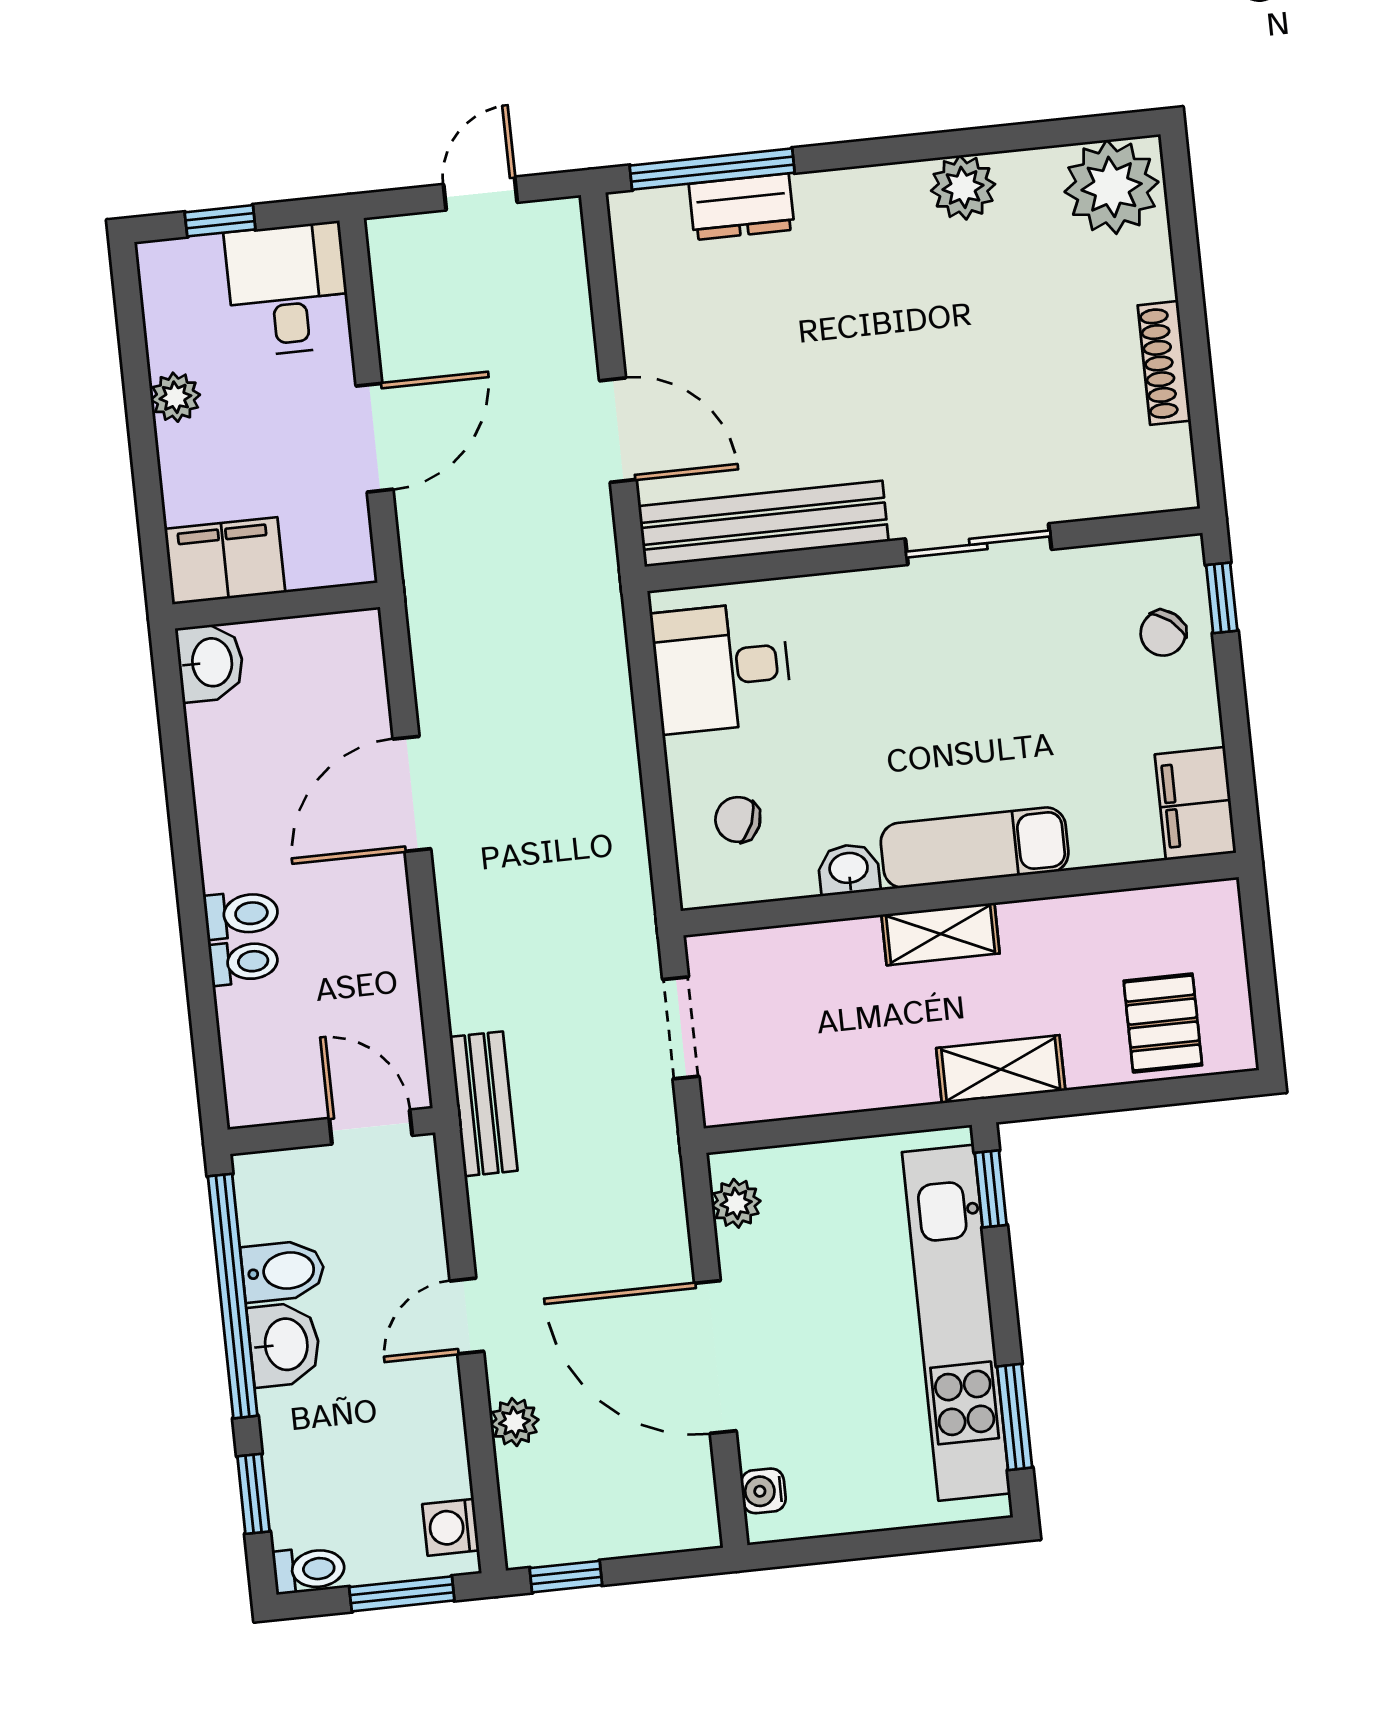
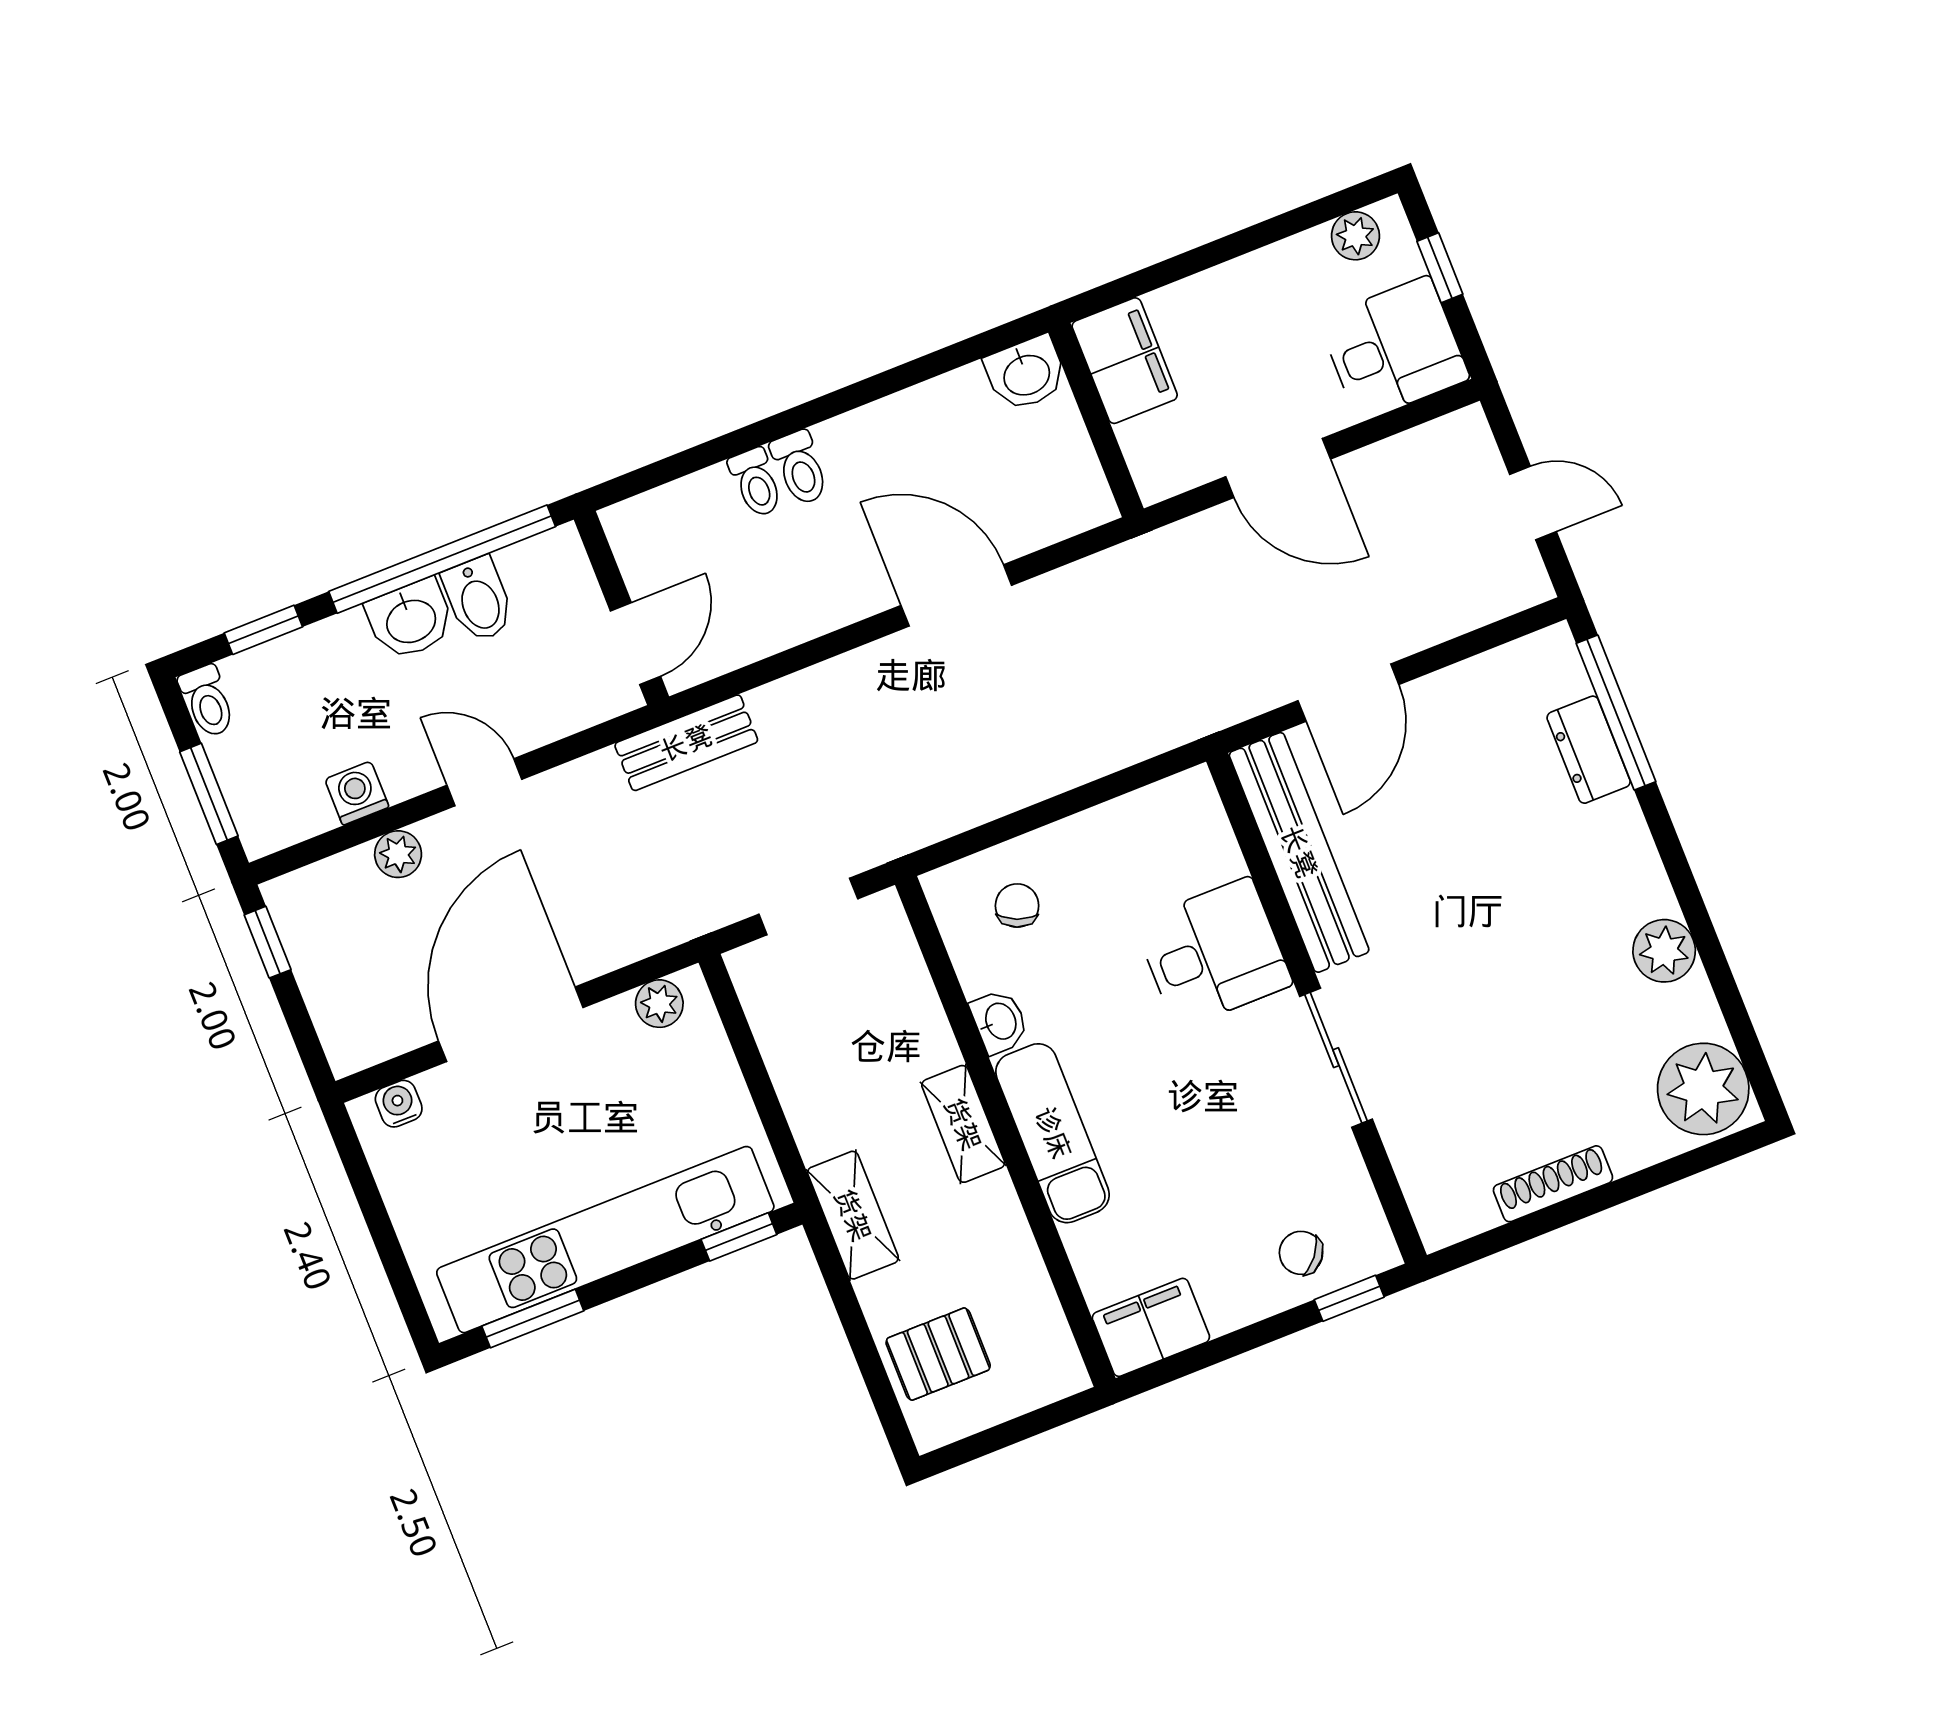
plant: (175, 397) -> (1355, 236), moved
desk: (721, 667) -> (1213, 953), moved, turned 90
washing machine: (451, 1527) -> (357, 793), moved

